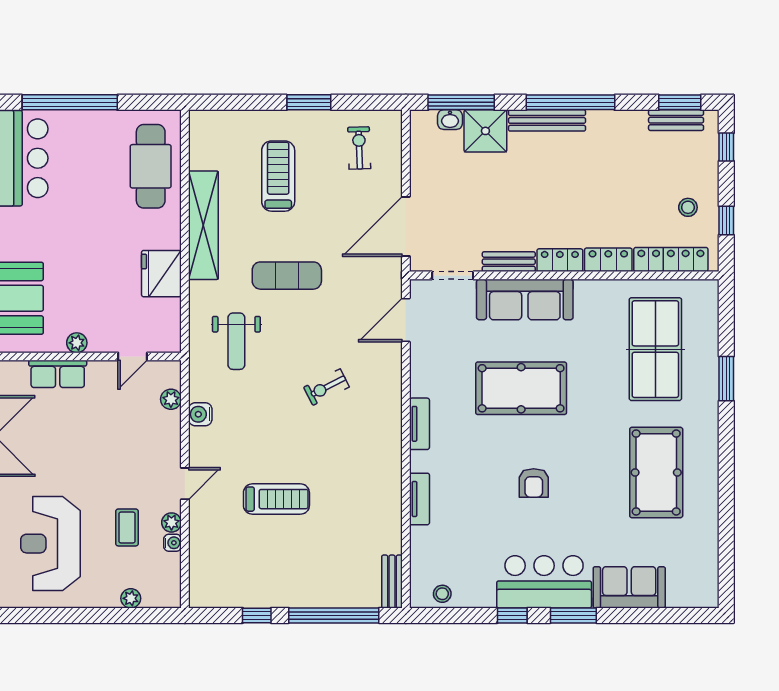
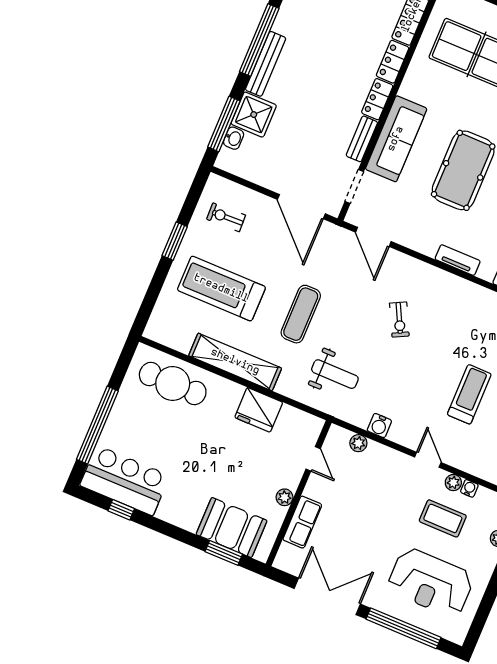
treadmill: (278, 176) -> (221, 289), width x1.37, depth x1.38
coffee table: (127, 527) -> (443, 518), width x1.36, depth x1.30

